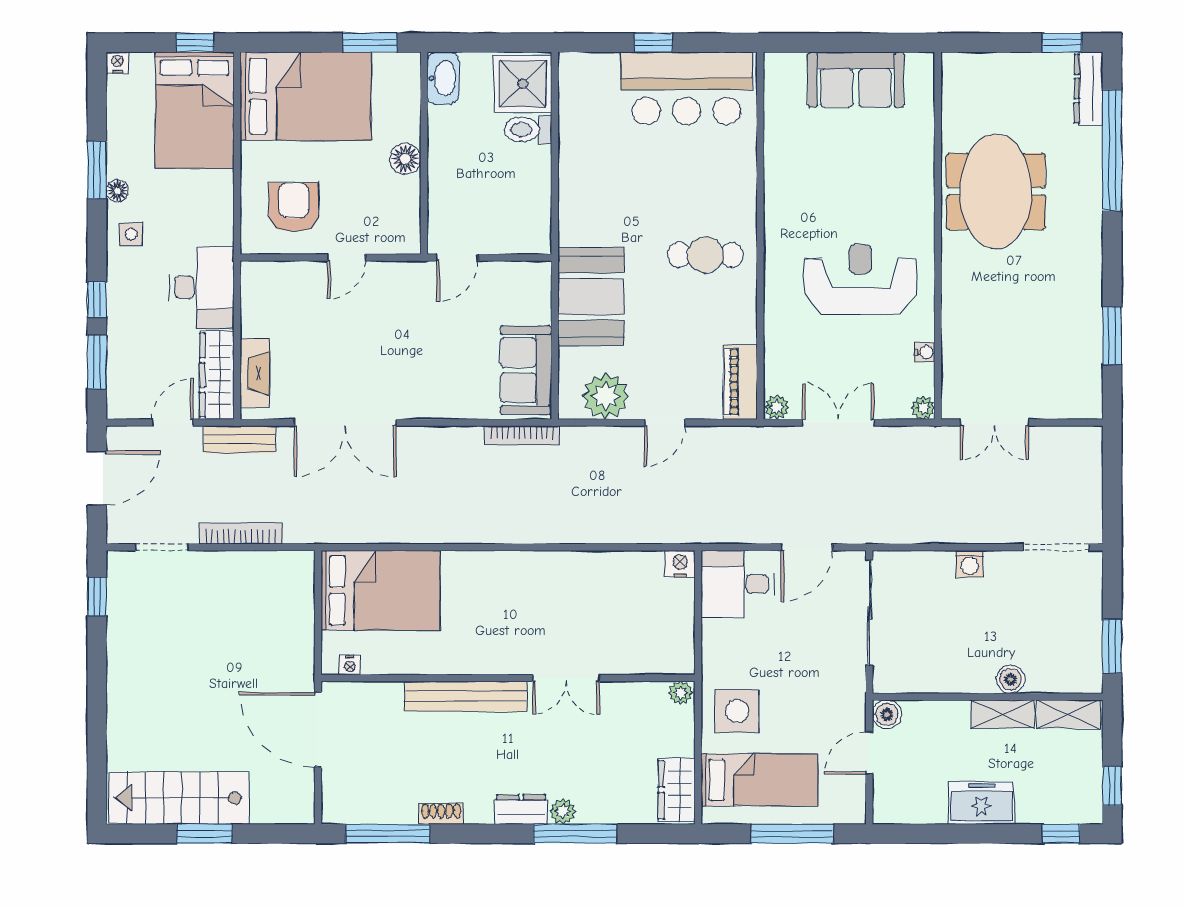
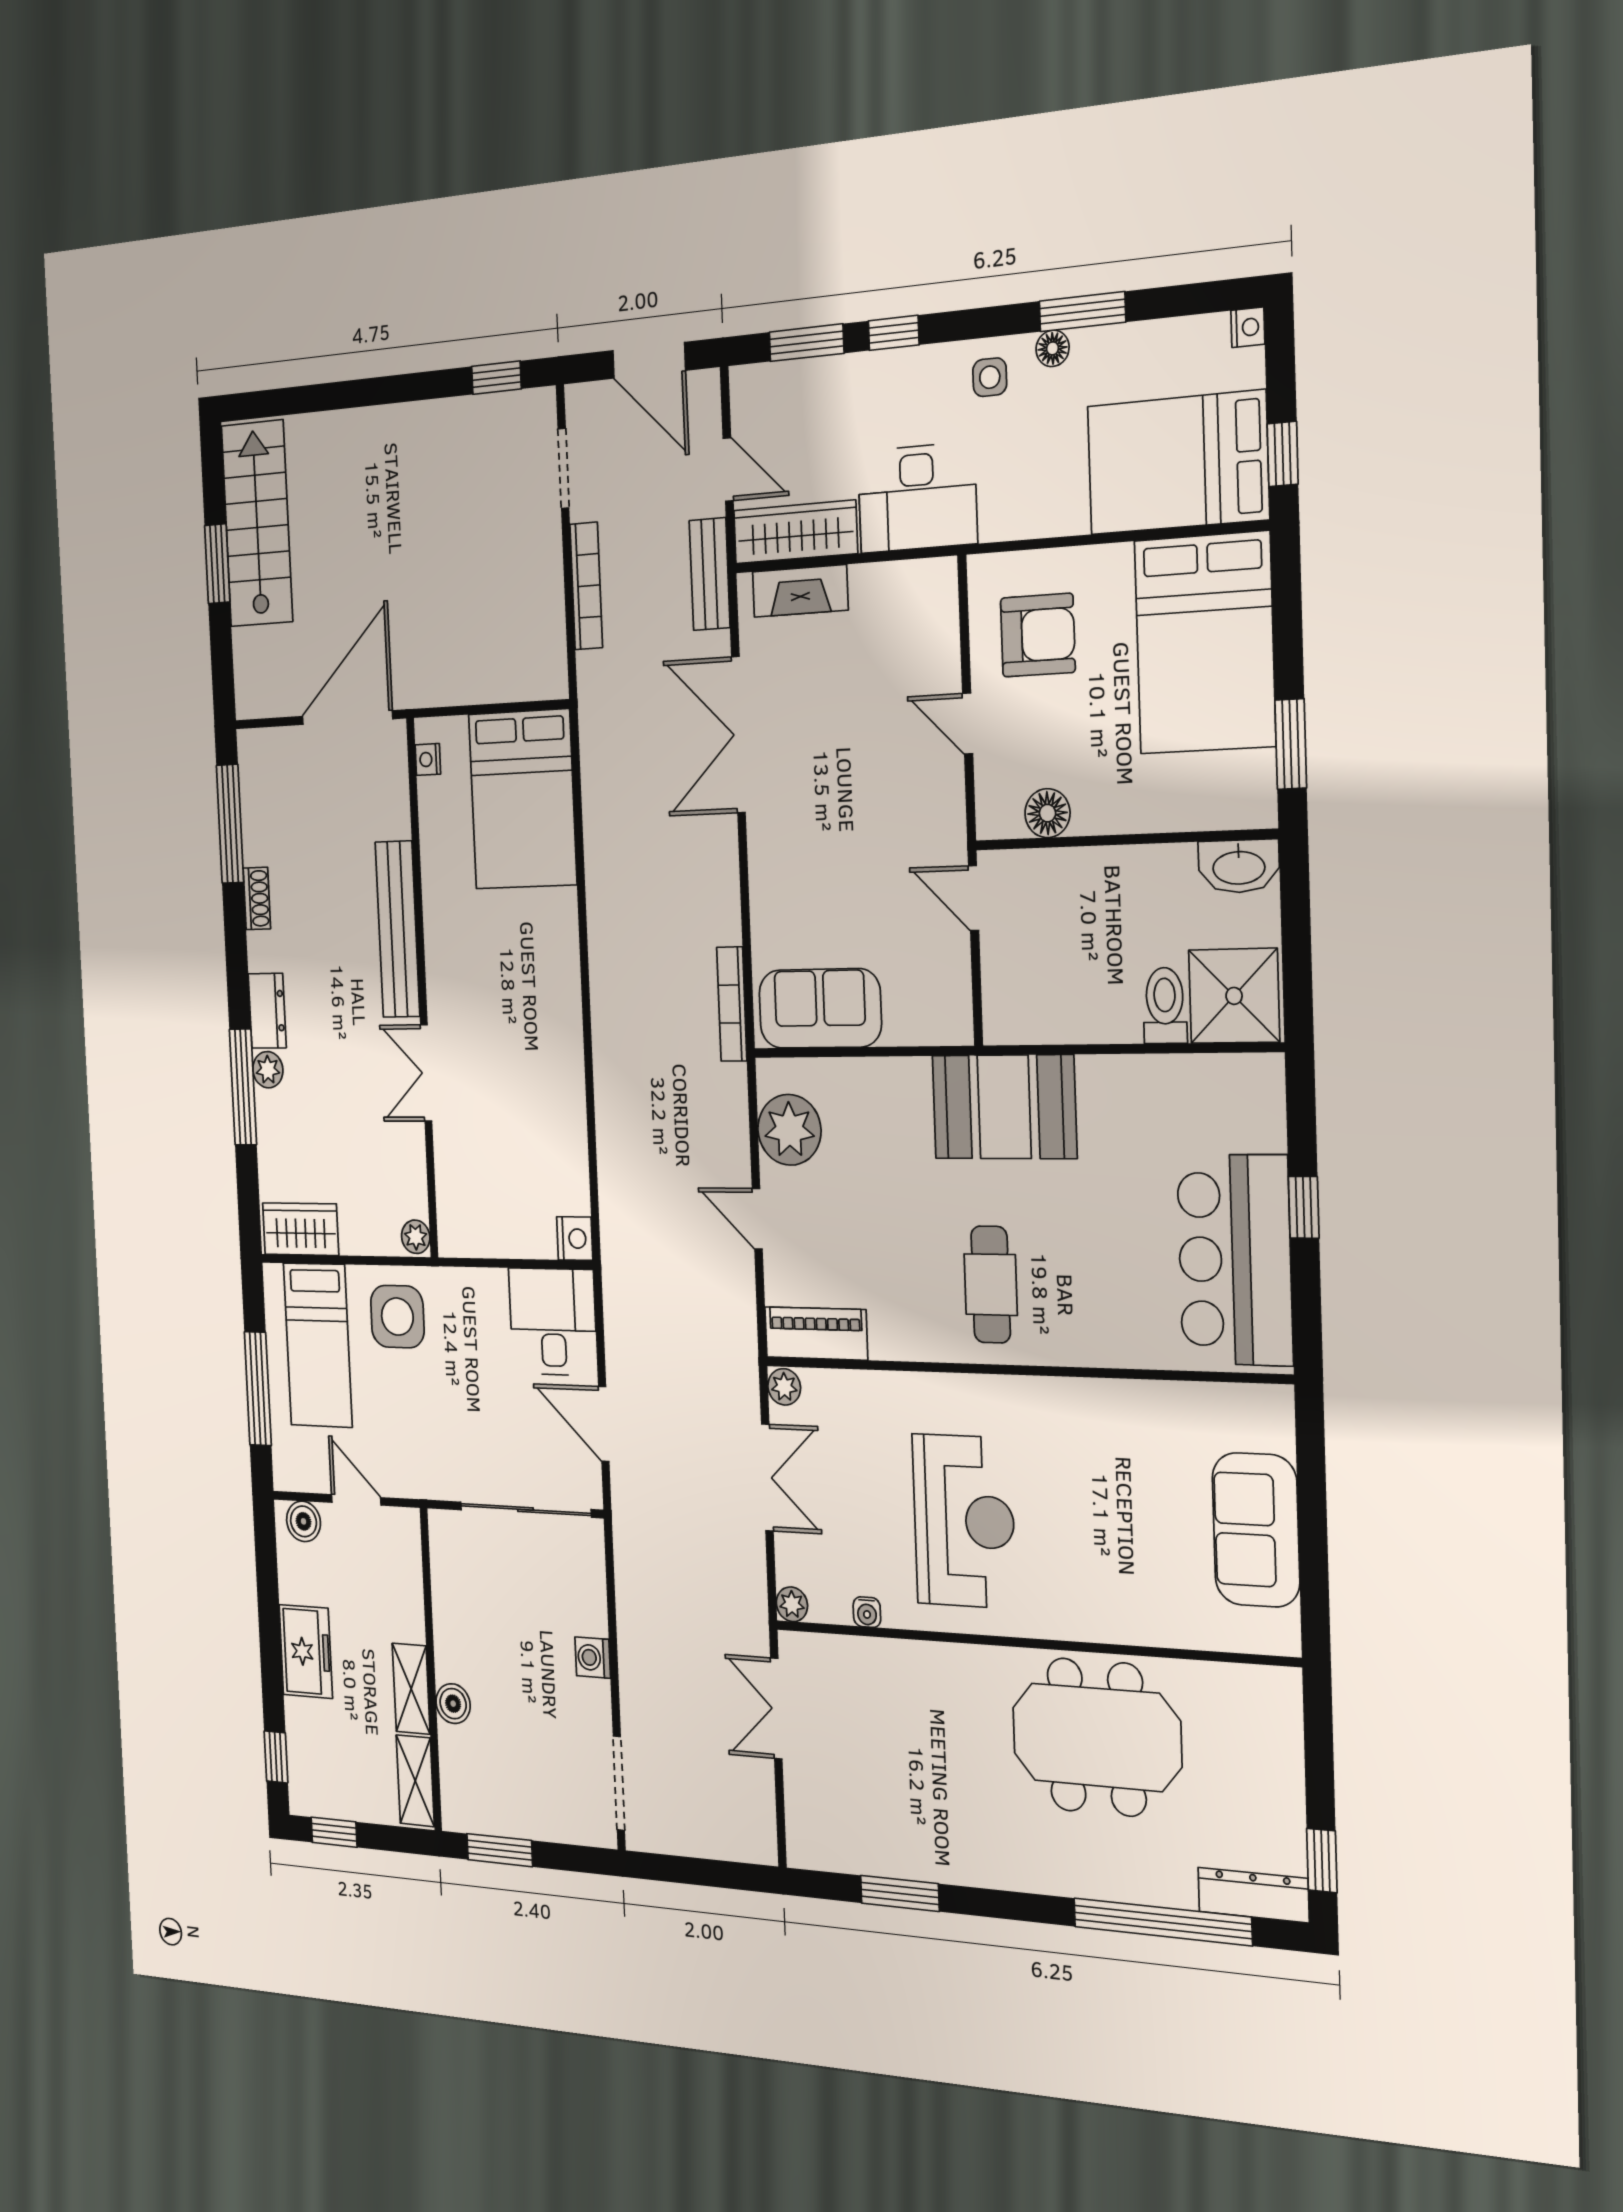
floor lamp: (405, 159) -> (1047, 813), moved
booth: (591, 297) -> (1004, 1107), moved
boiler: (887, 714) -> (304, 1521), moved

